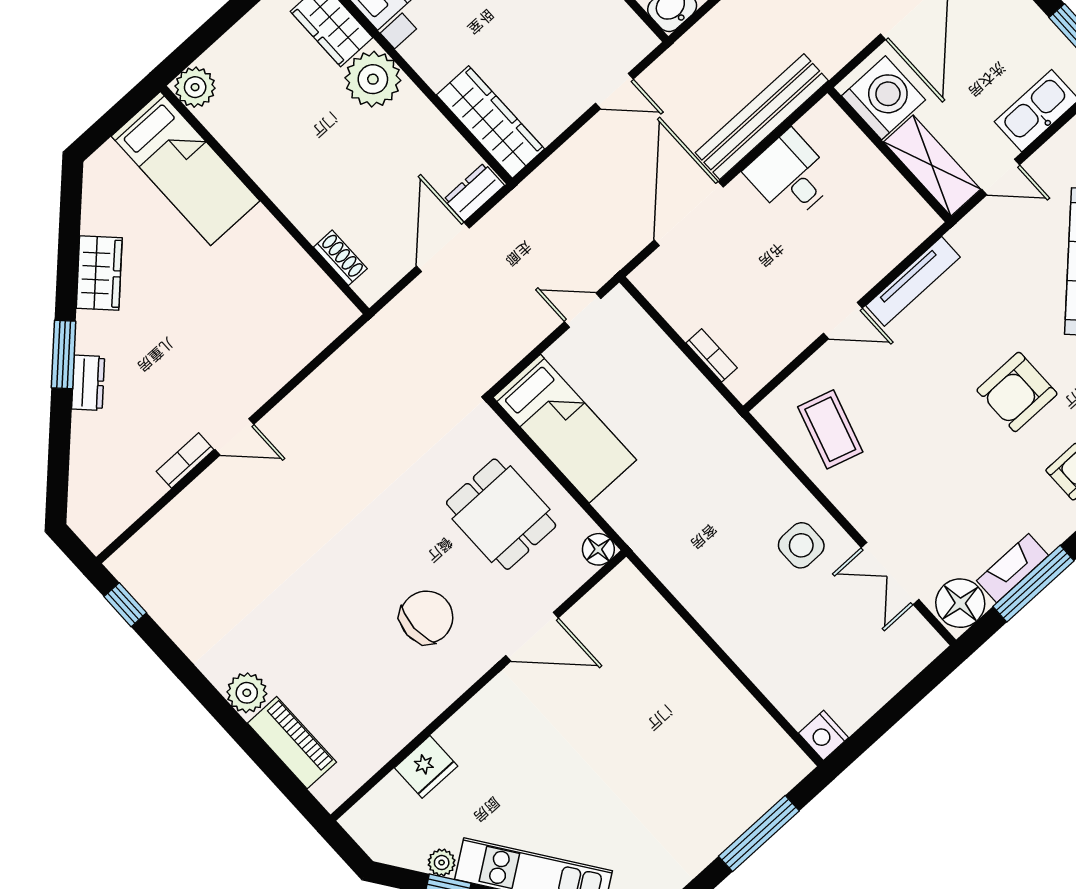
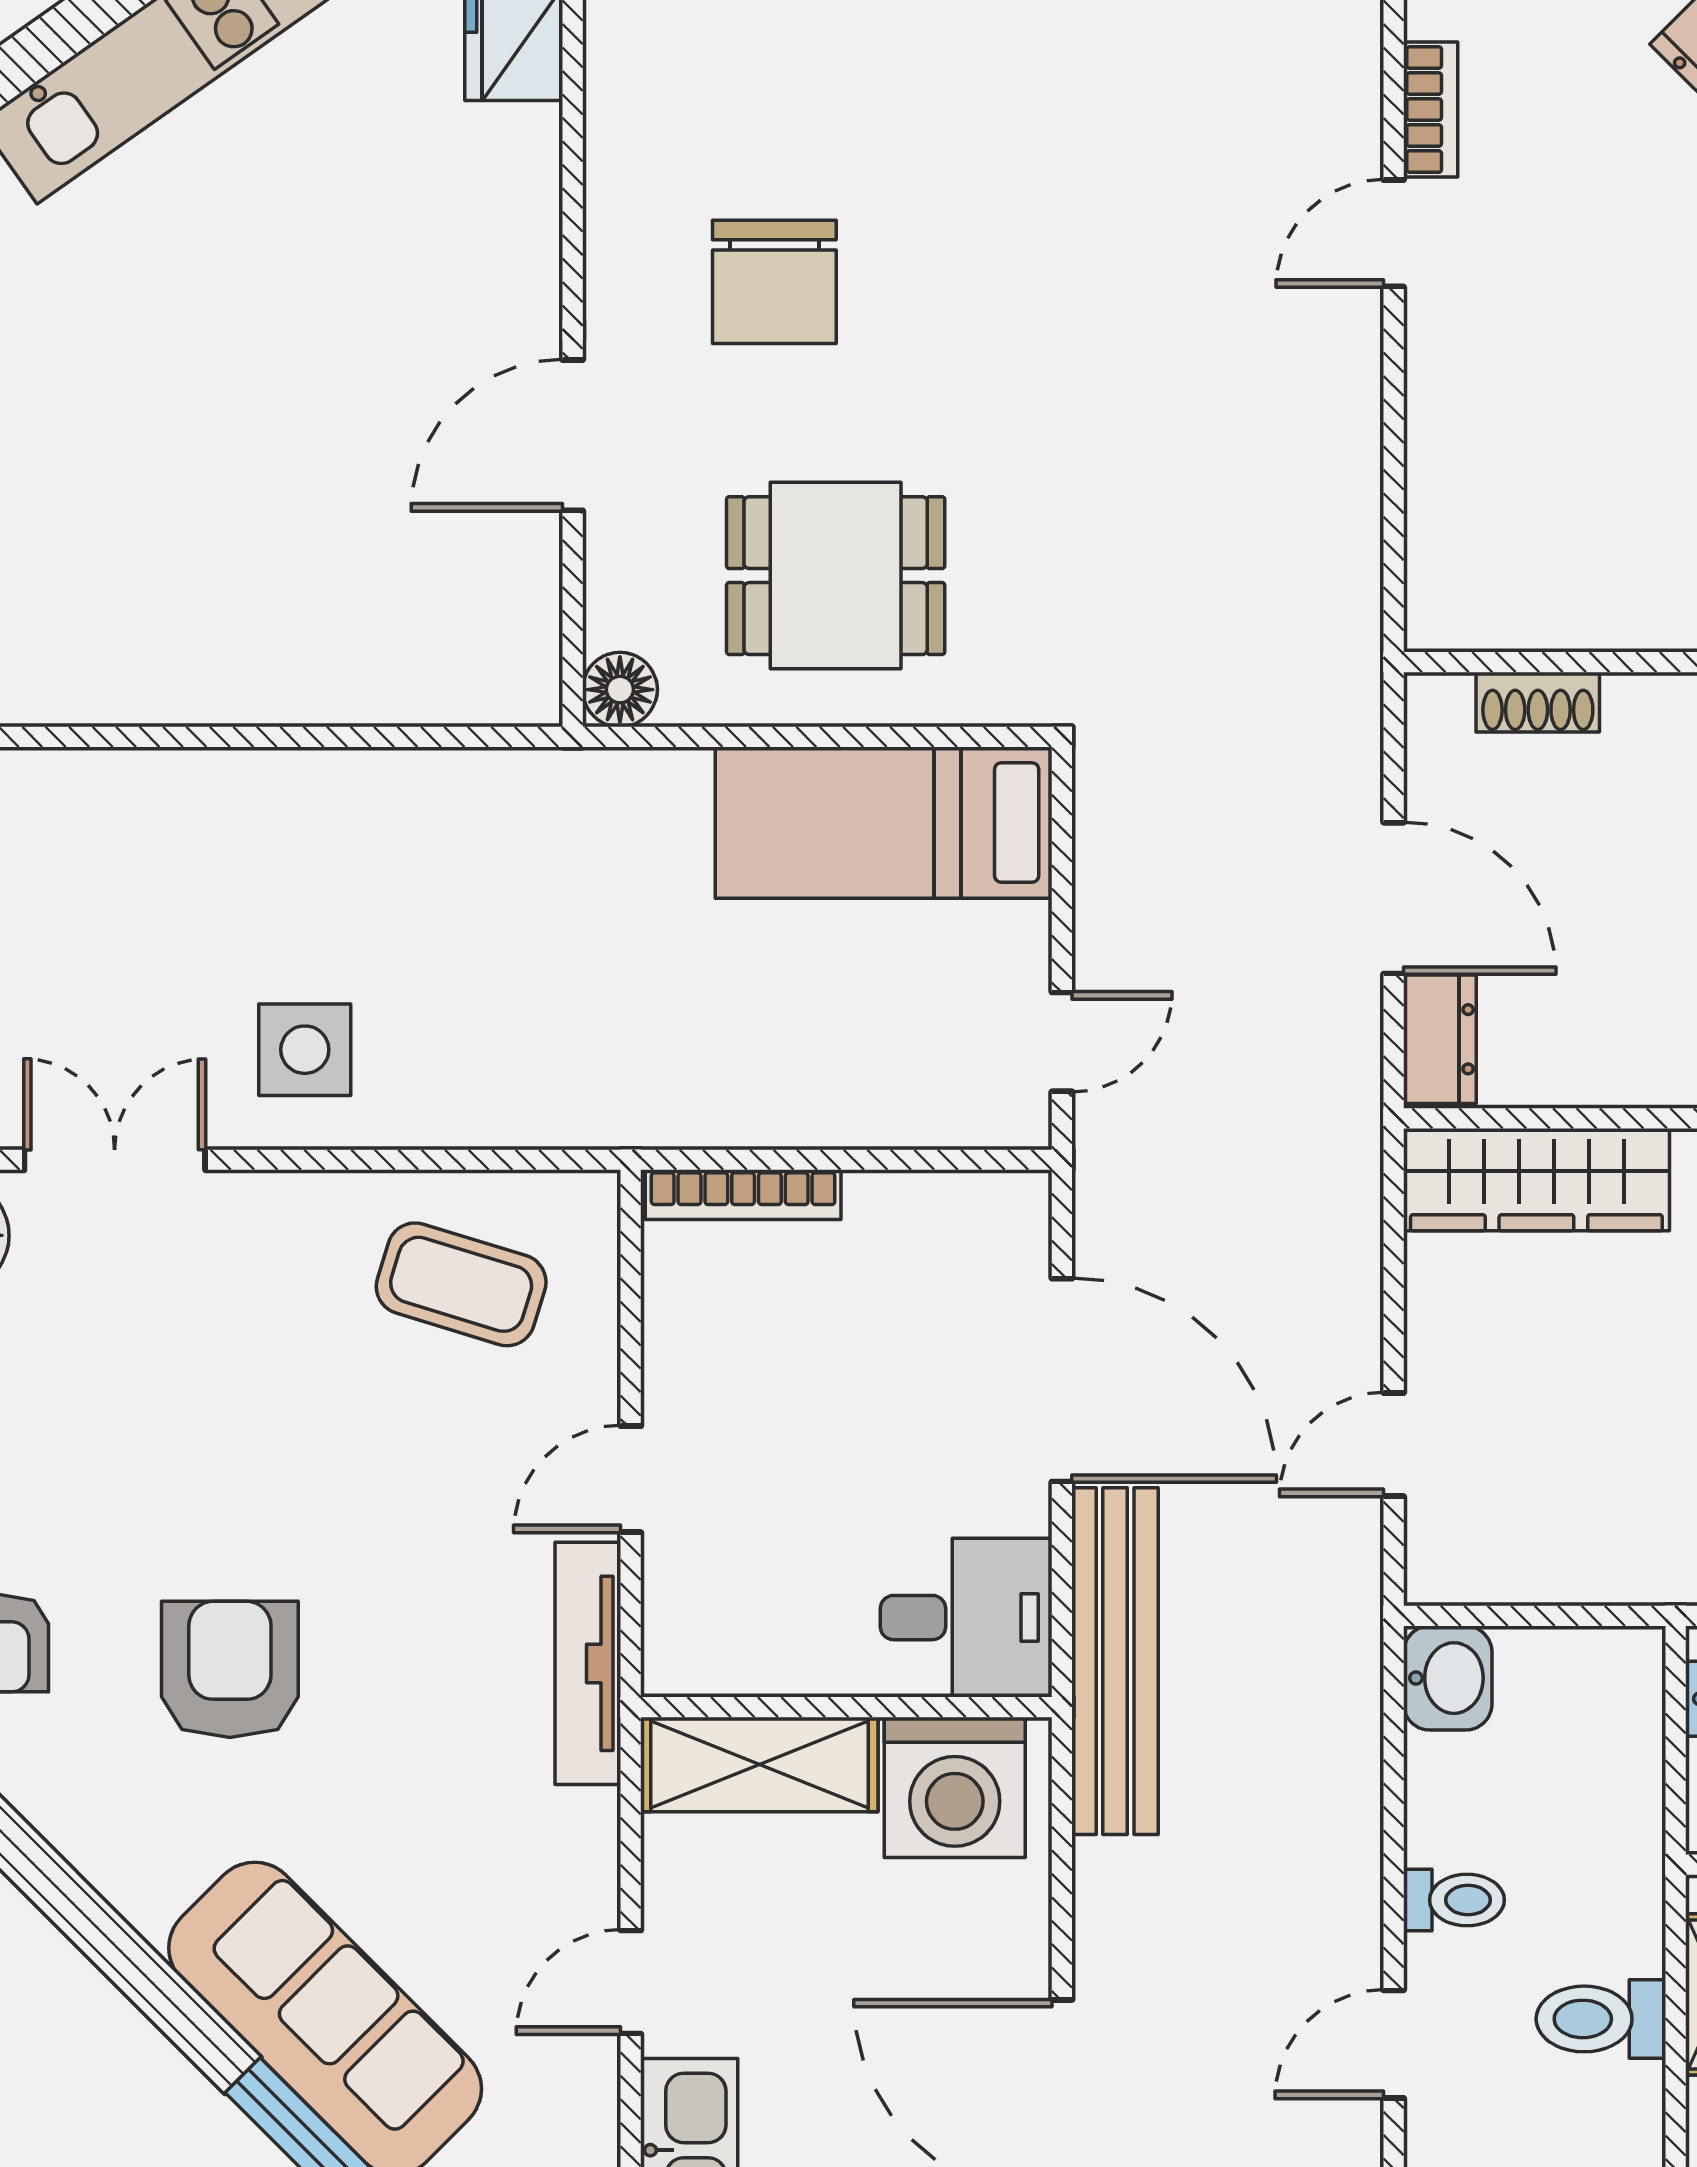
washing machine: (884, 98) -> (955, 1787), moved
wall: (889, 155) -> (846, 1707), moved
shelving: (932, 166) -> (759, 1764), moved
bookcase: (712, 355) -> (743, 1195), width x1.56

